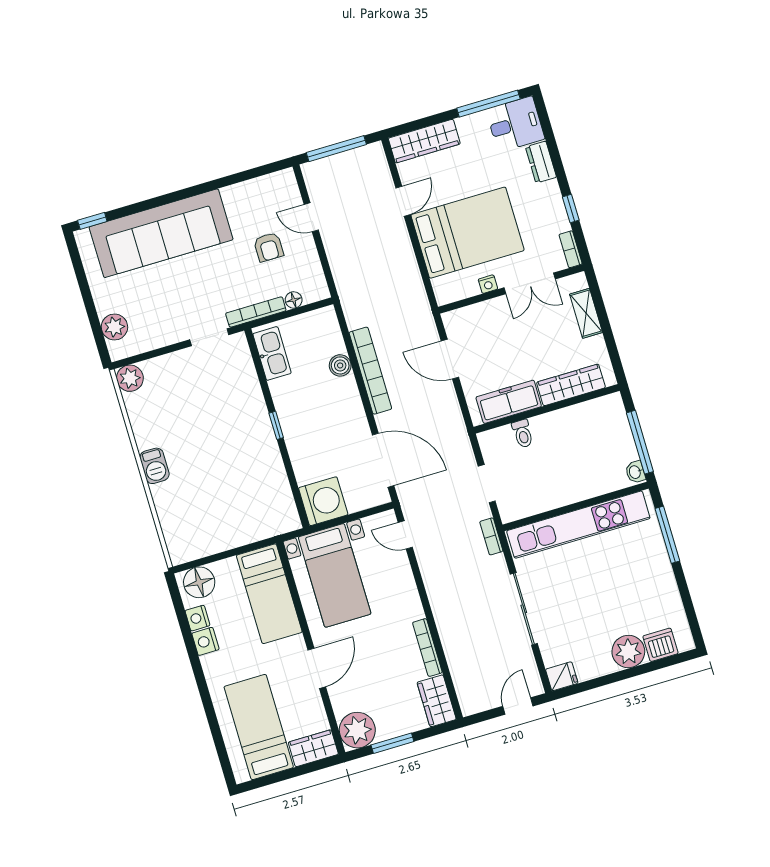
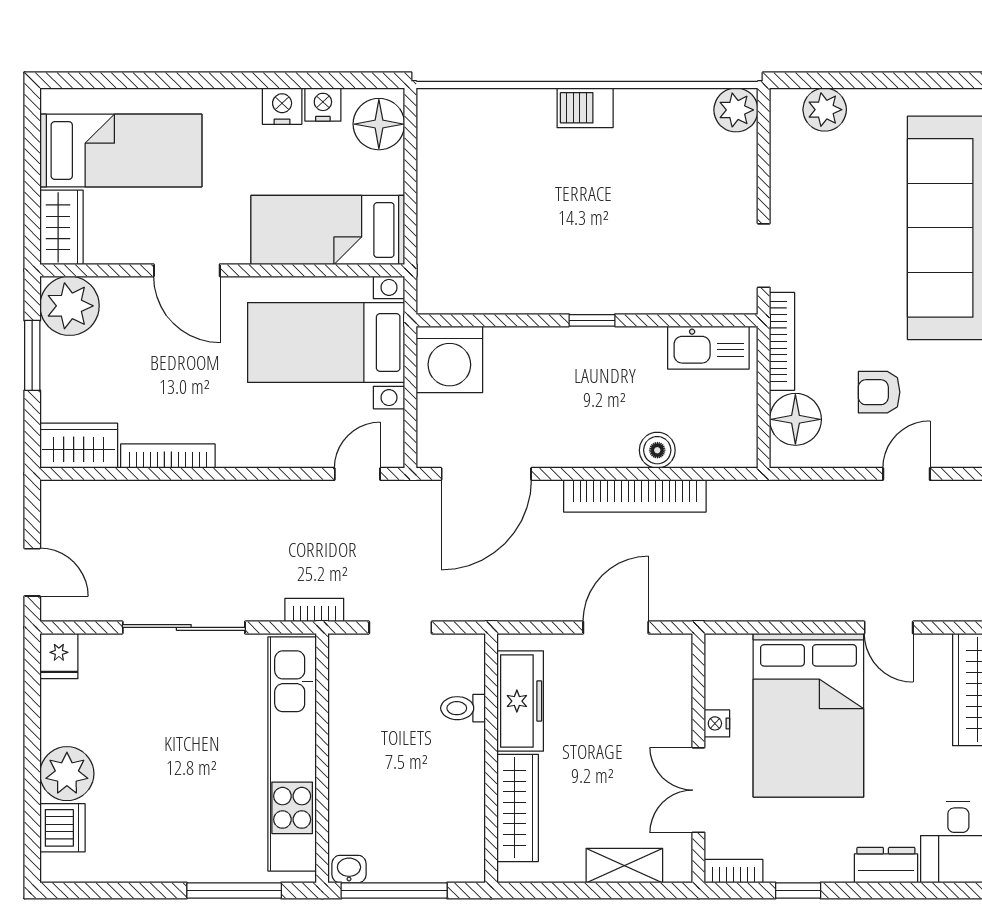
floor lamp: (294, 300) -> (795, 419), width x1.89, depth x1.89

